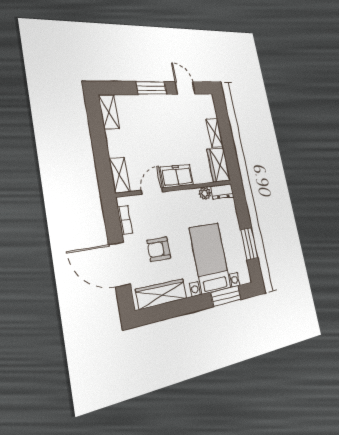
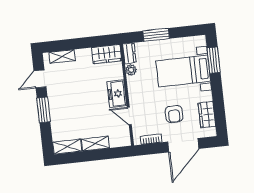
shelving: (215, 133) -> (62, 56), moved
shelving: (120, 175) -> (95, 144), moved
window: (249, 244) -> (156, 35), moved
wardrobe: (161, 294) -> (207, 115), width x0.67

